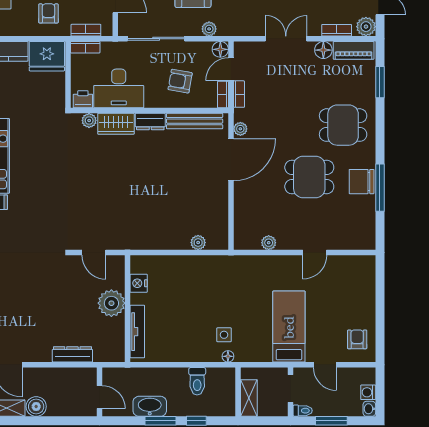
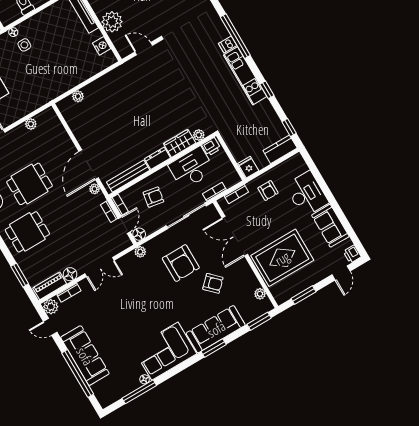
plant: (209, 29) -> (140, 252), moved
bookcase: (85, 47) -> (214, 192), moved
fridge: (47, 56) -> (248, 167), width x0.53, depth x0.75

